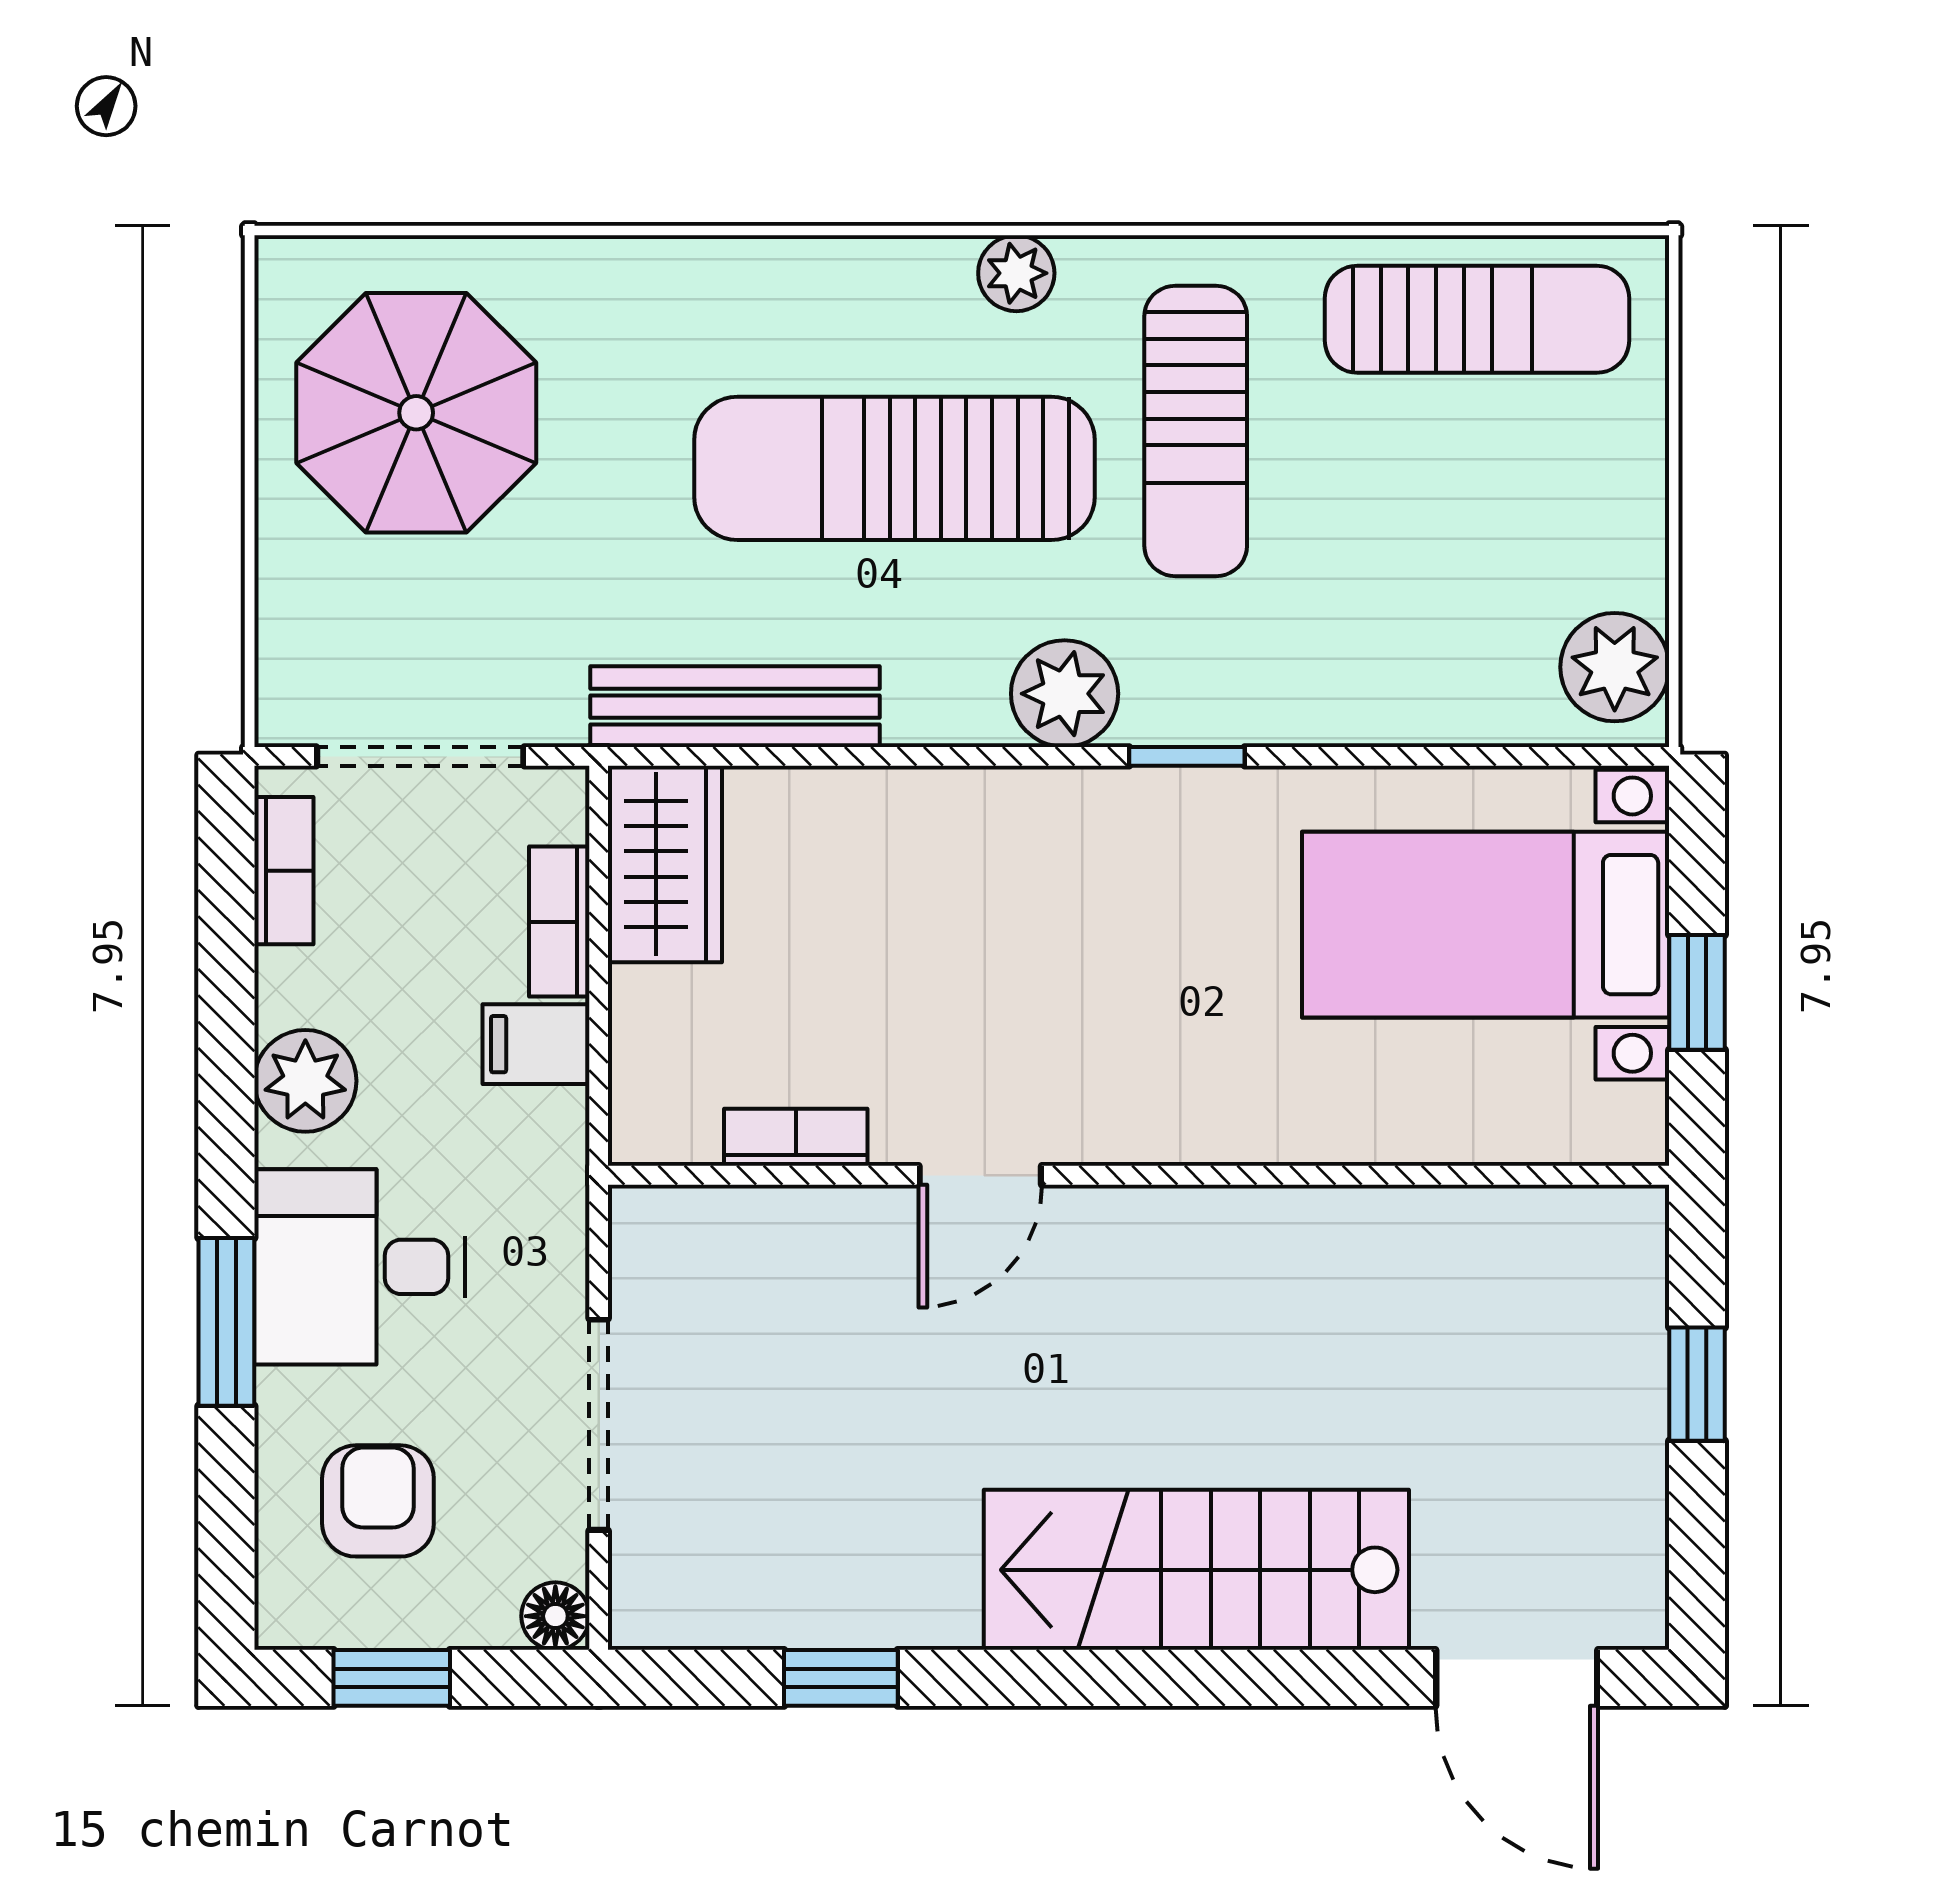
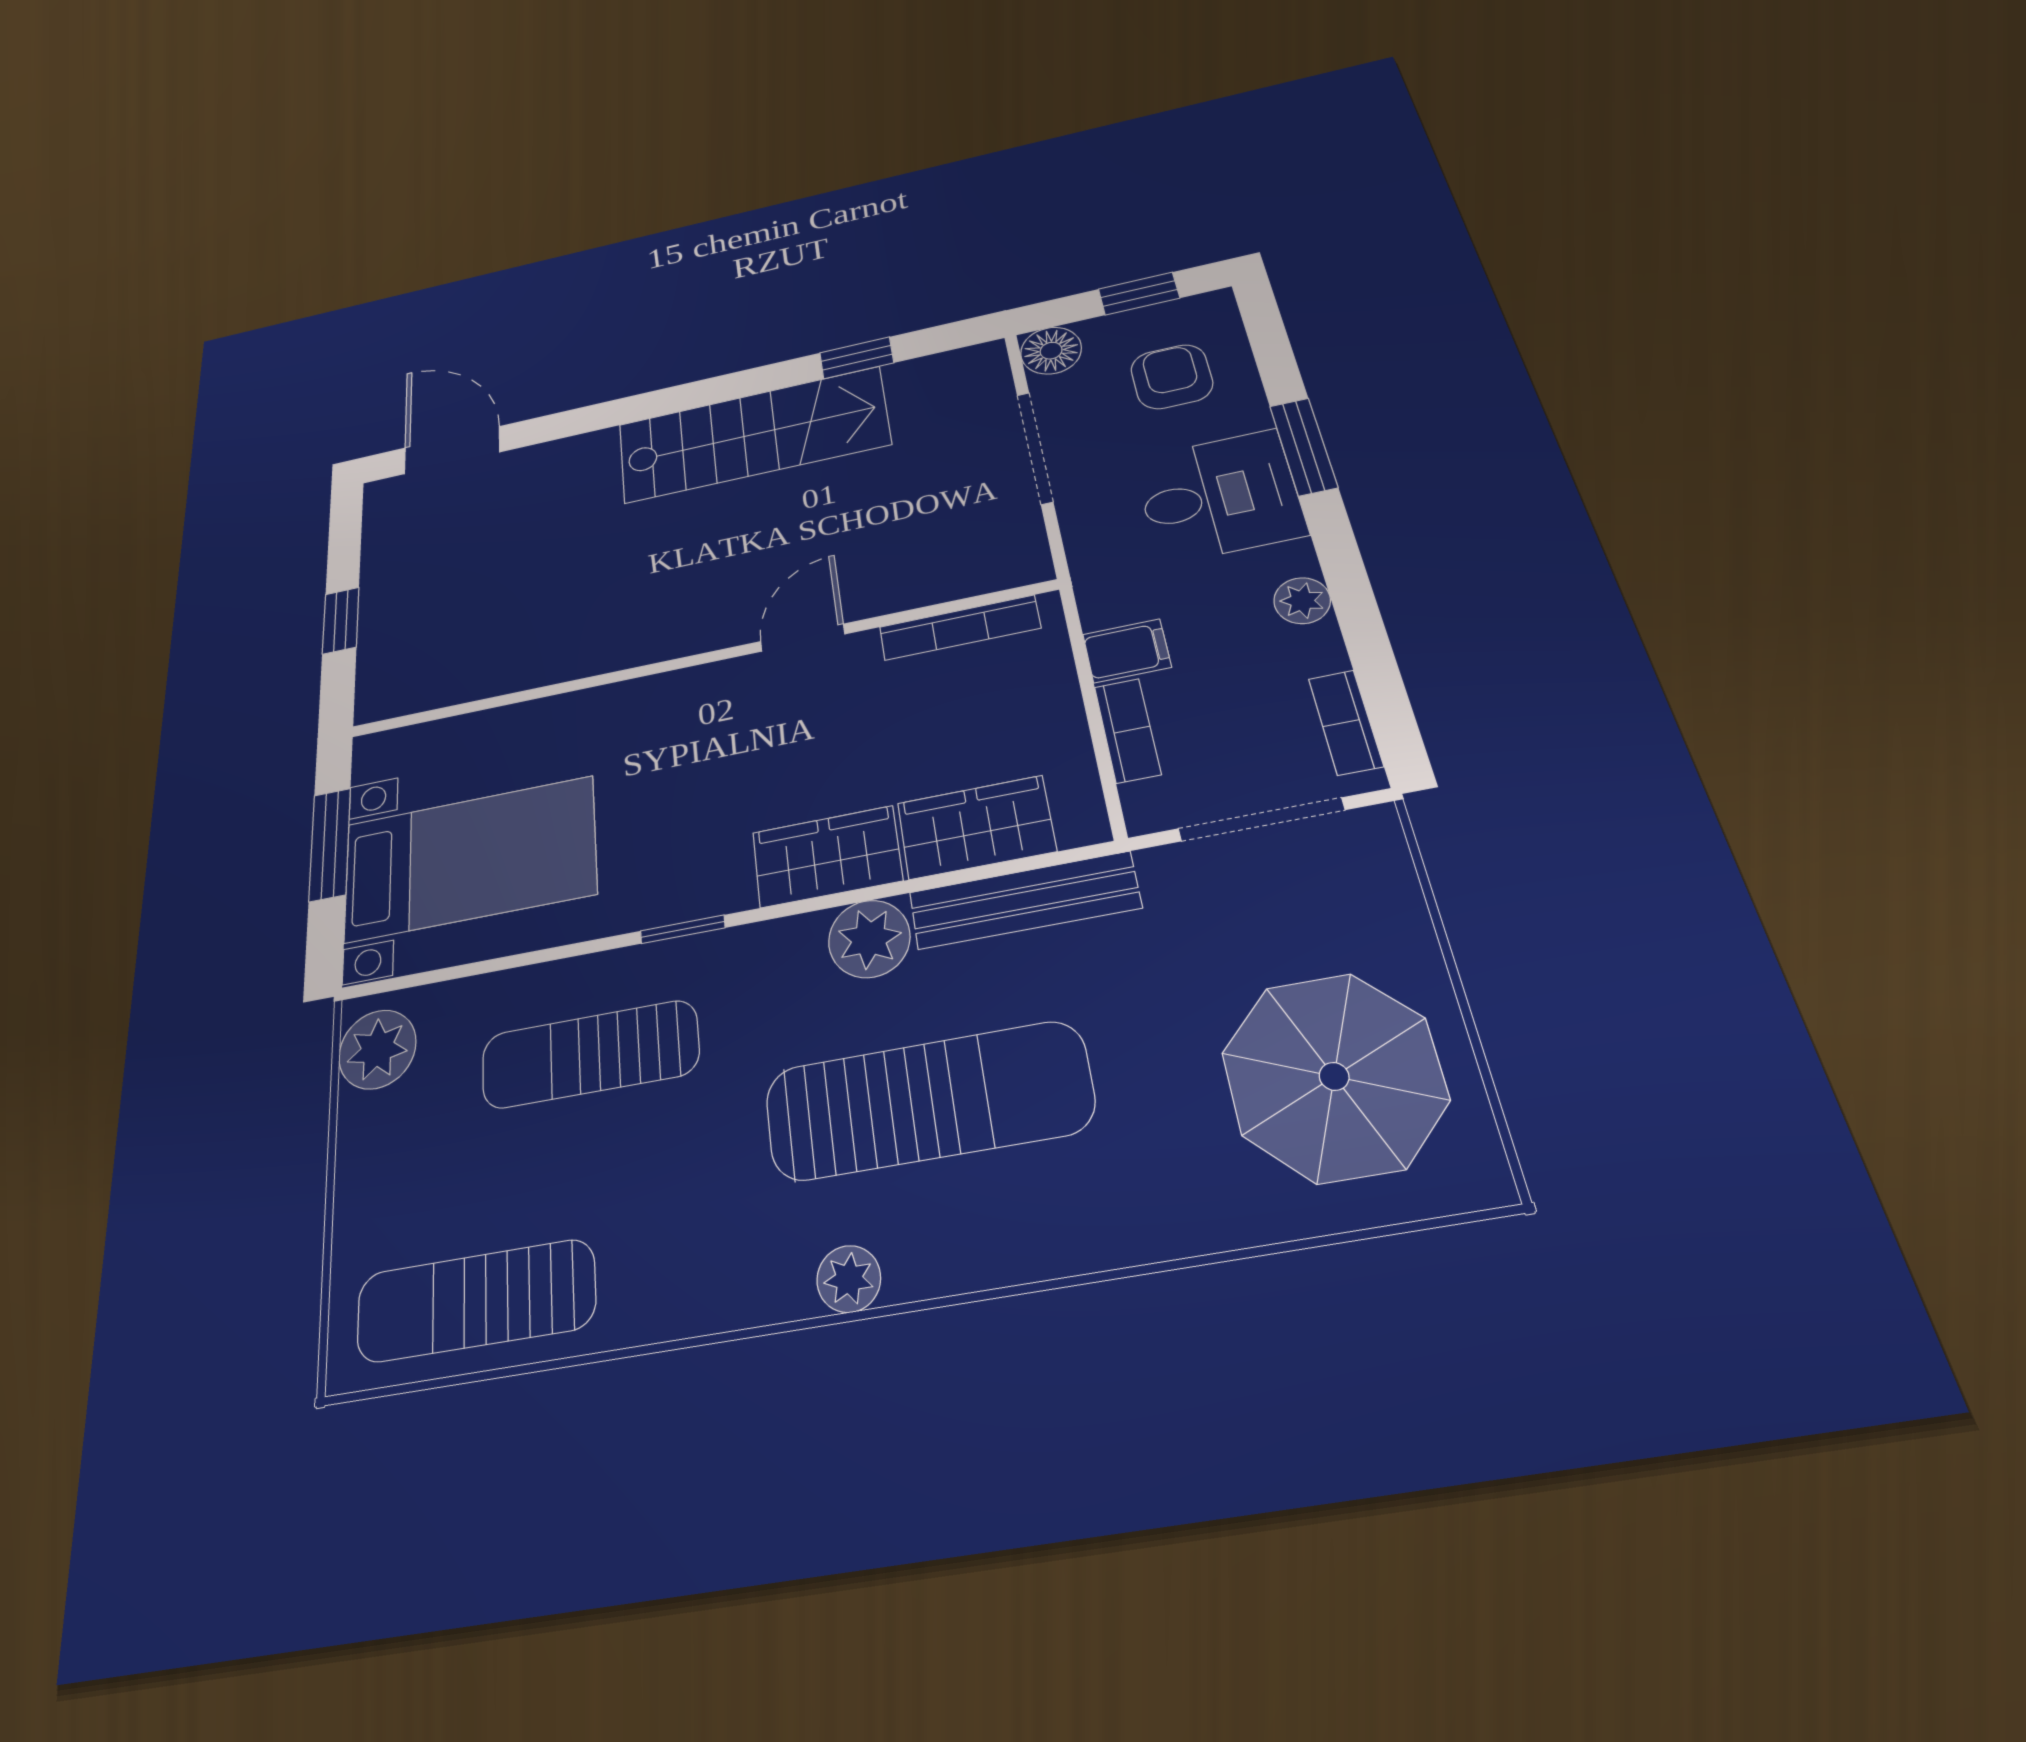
sun lounger: (1196, 431) -> (590, 1054), moved, turned -90
plant: (1065, 694) -> (869, 939), moved
wardrobe: (983, 822) -> (827, 857), added
wardrobe: (665, 864) -> (976, 827), moved, turned 90
window: (1697, 992) -> (330, 844), width x1.50
plant: (305, 1081) -> (1302, 601), width x0.73, depth x0.73
bookcase: (796, 1137) -> (960, 628), width x1.56
armchair: (378, 1501) -> (1172, 377), turned 180
stairs: (1196, 1570) -> (753, 435), moved
floor lamp: (555, 1616) -> (1051, 351), width x1.37, depth x1.37

